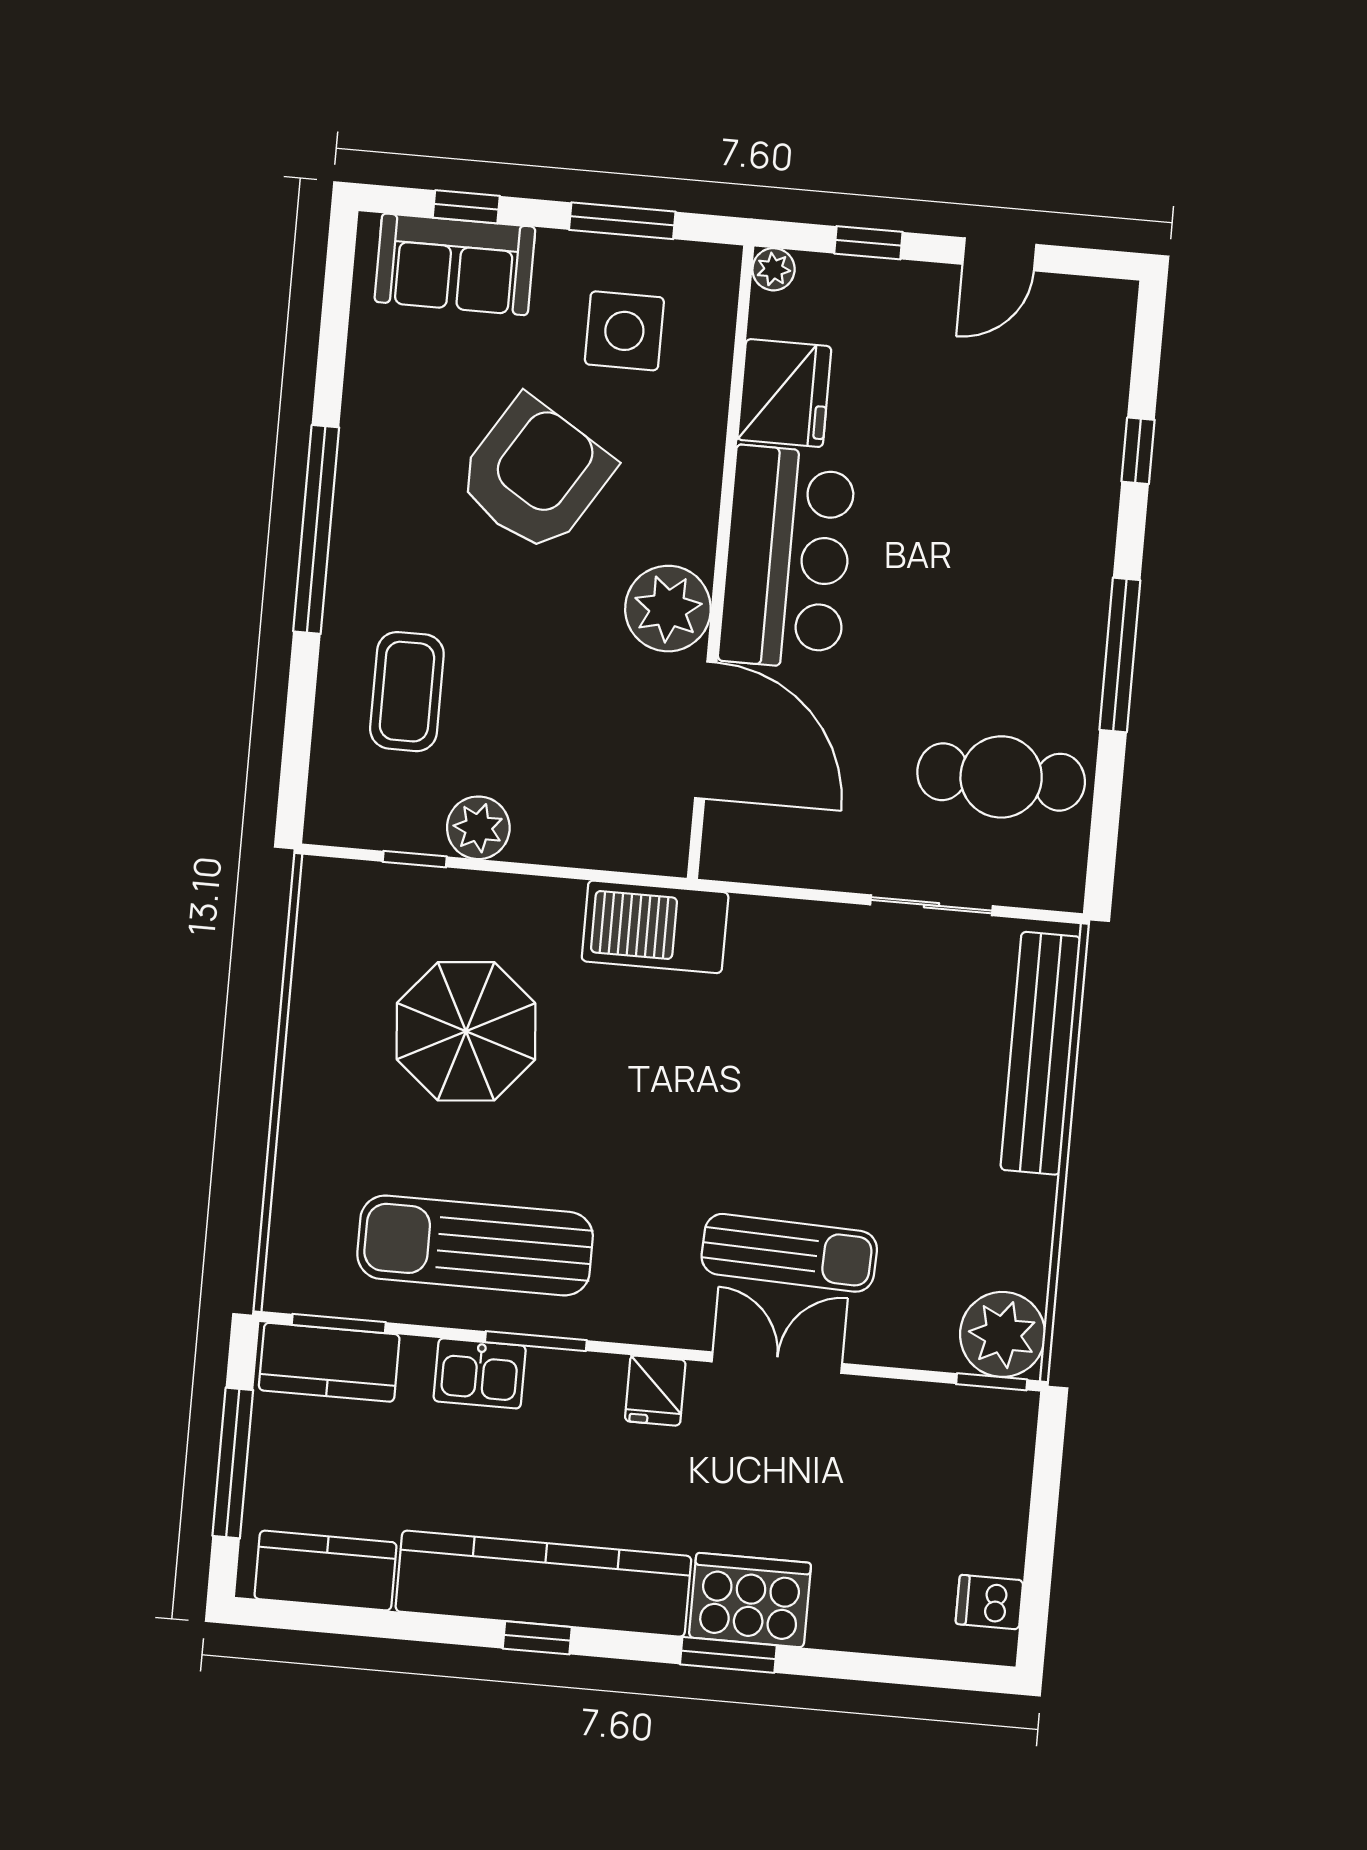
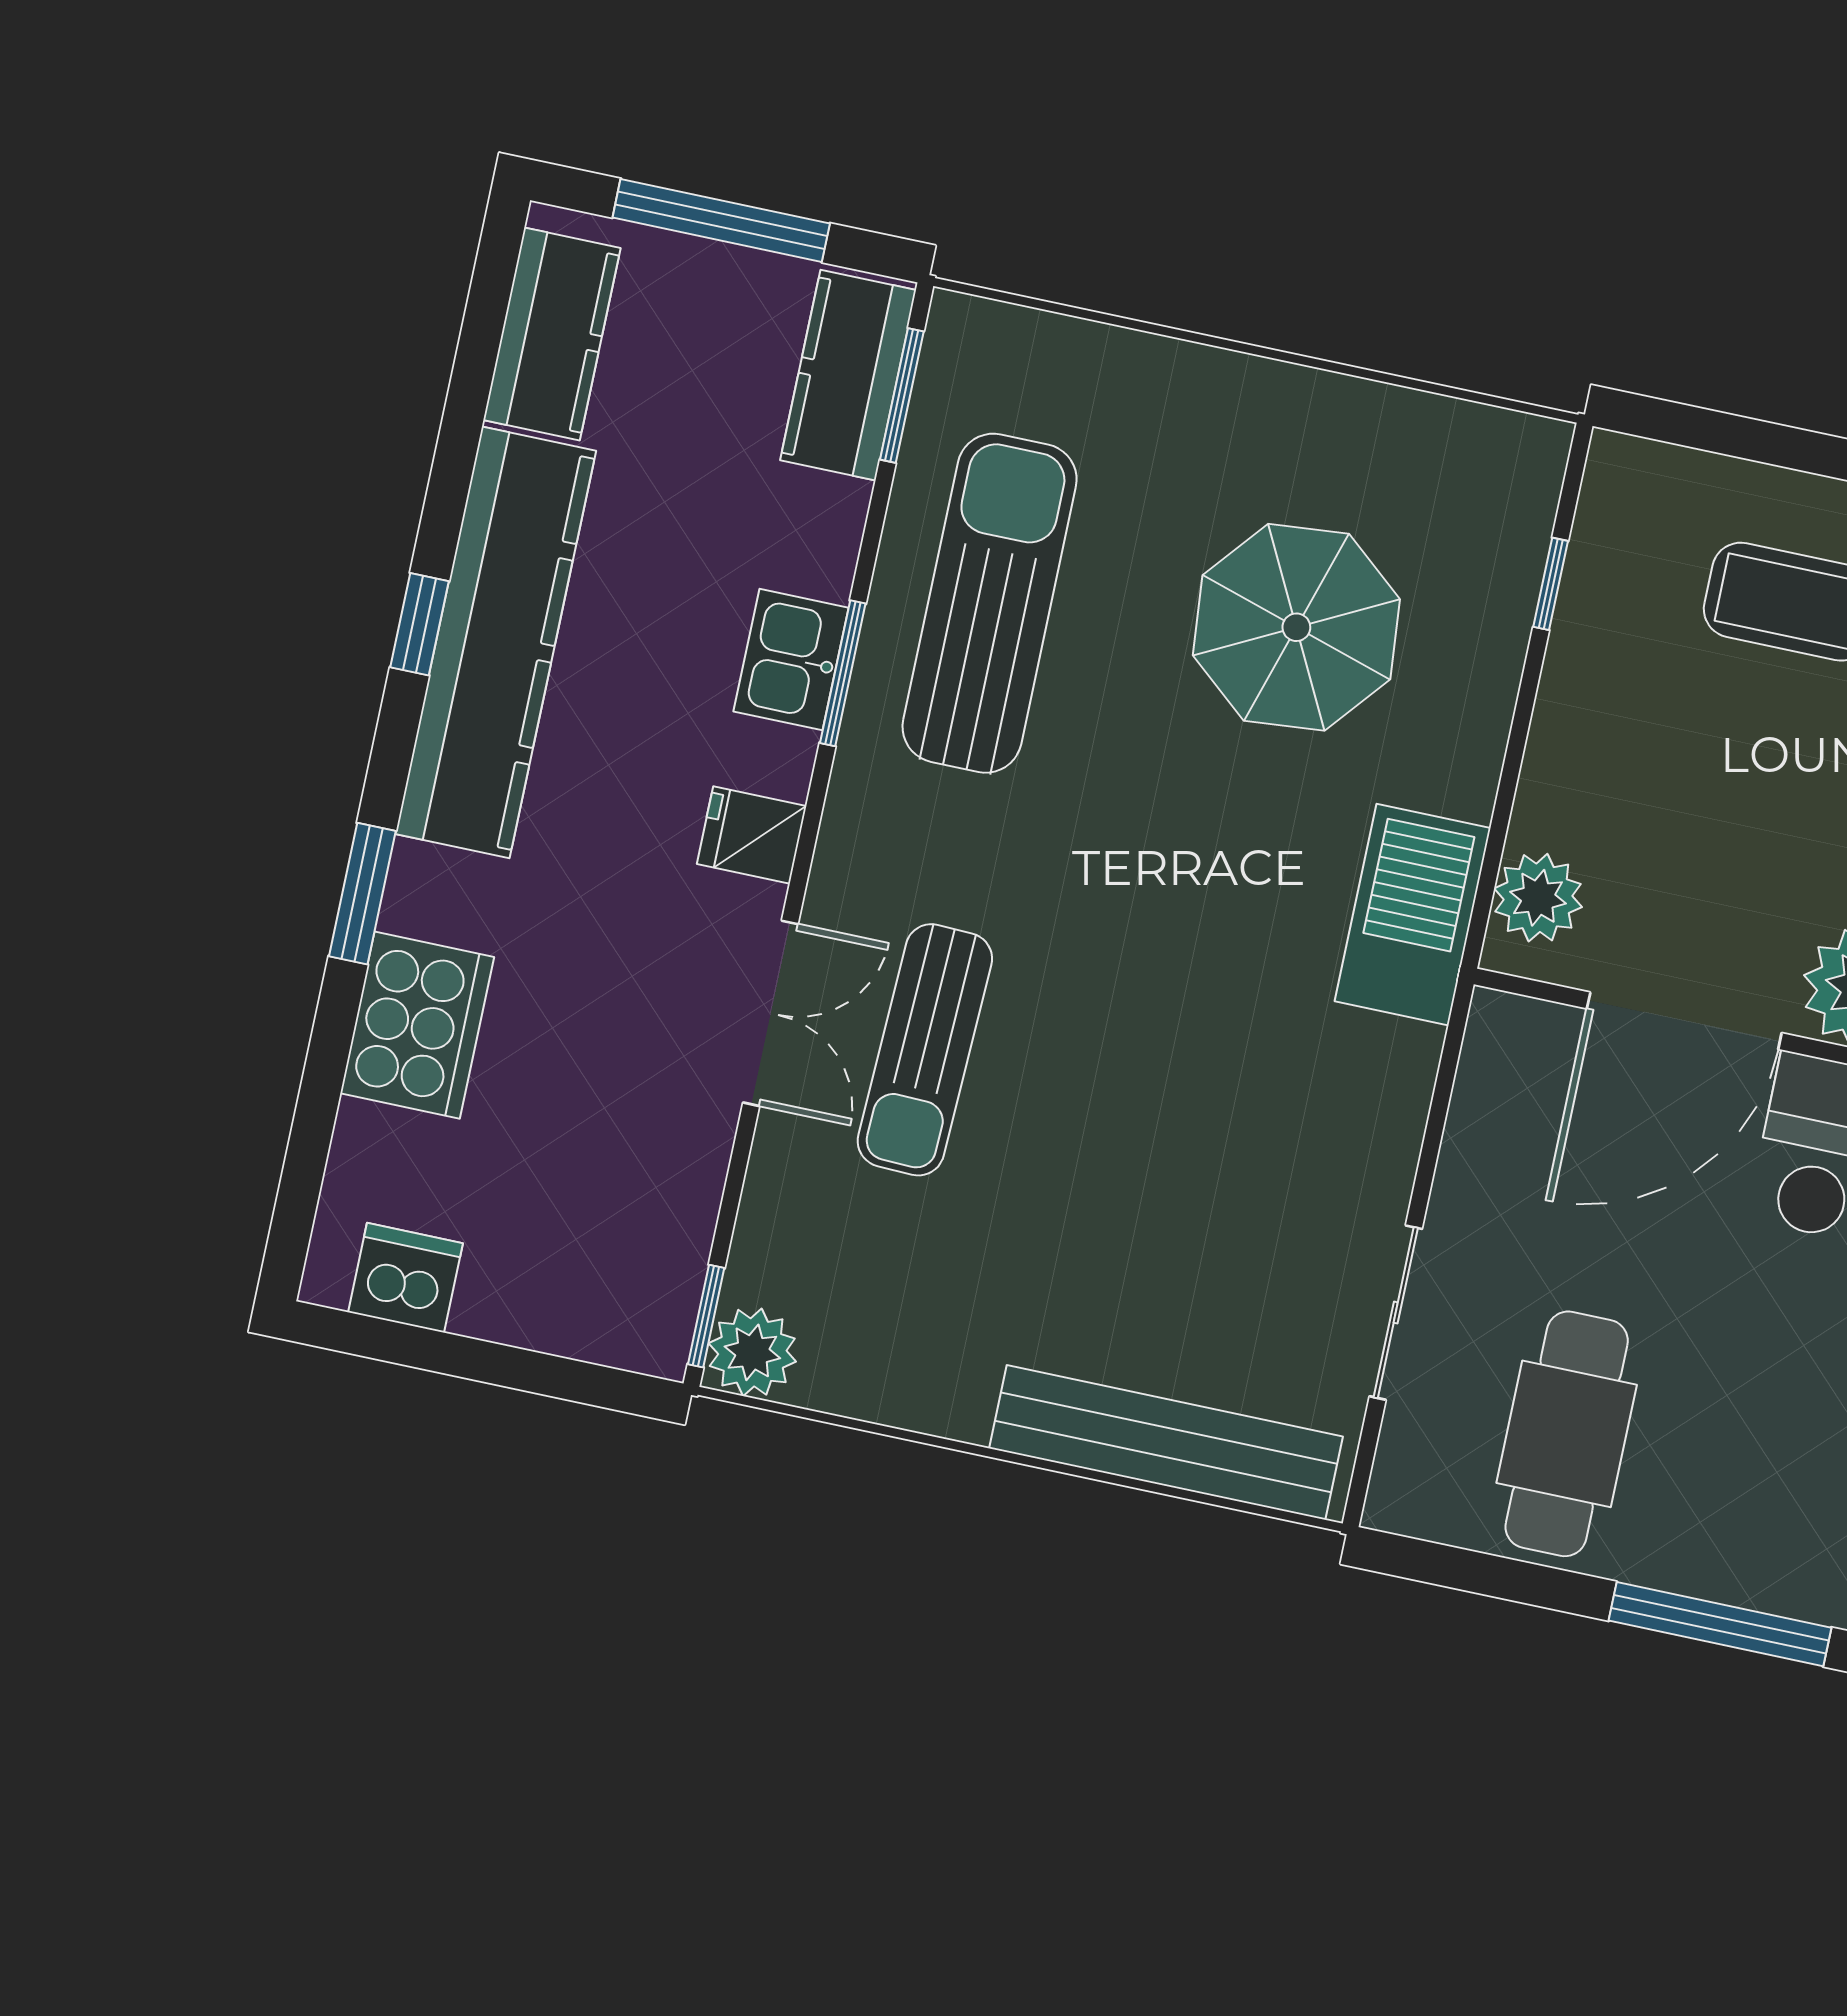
plant: (478, 828) -> (1538, 898), moved
plant: (1003, 1334) -> (752, 1352), width x0.73, depth x0.73
kitchen sink: (480, 1373) -> (791, 660), moved
cooker: (750, 1600) -> (417, 1025), moved
dishwasher: (989, 1602) -> (406, 1278), width x1.38

